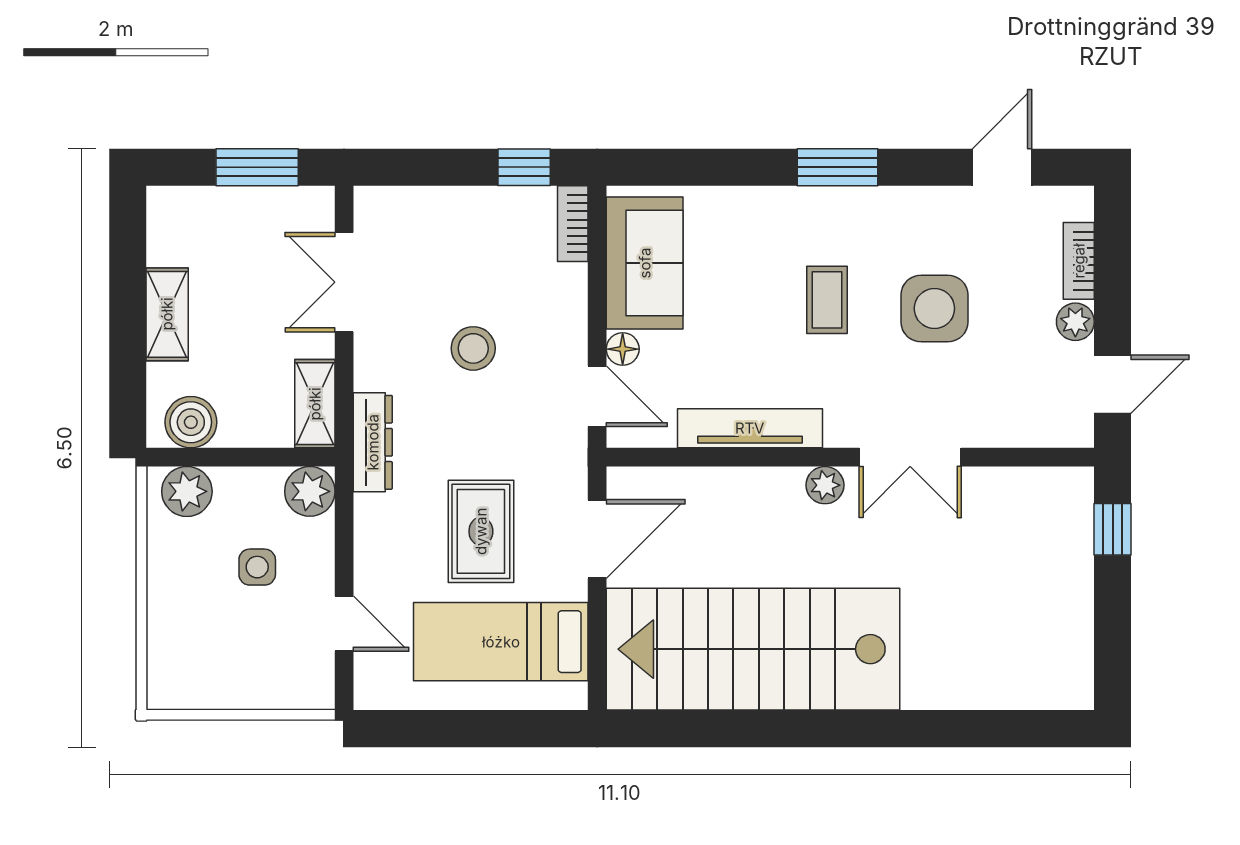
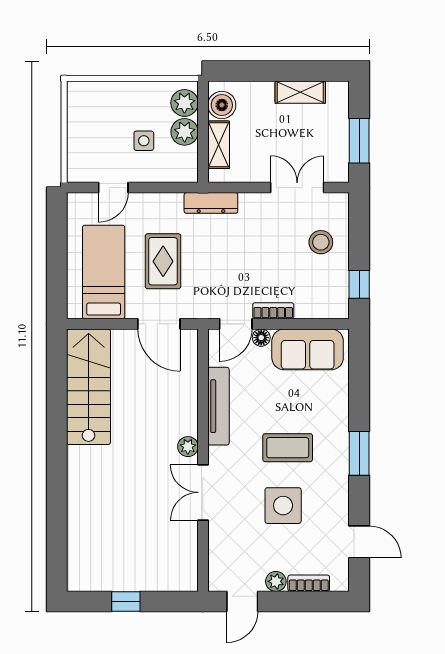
bookcase: (573, 224) -> (273, 311), moved
coffee table: (827, 300) -> (288, 448), width x1.36, depth x1.30
shelving: (167, 314) -> (300, 92), moved
stool: (473, 348) -> (321, 242), moved
door: (1113, 384) -> (242, 601), hinge flipped
shelving: (315, 404) -> (219, 145), moved, turned 90
plant: (310, 491) -> (185, 132), moved
window: (1113, 529) -> (126, 601), moved
rug: (481, 531) -> (163, 261), turned 90
stairs: (753, 649) -> (89, 387), width x0.73, depth x0.66

